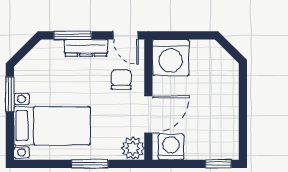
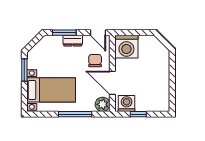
dresser: (86, 48) -> (73, 41), width x0.70
door: (148, 114) -> (112, 83), swing flipped
window: (90, 164) -> (75, 114), width x1.44
window: (218, 164) -> (138, 114), moved

